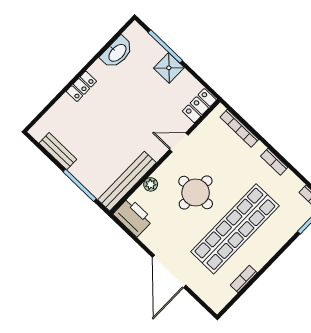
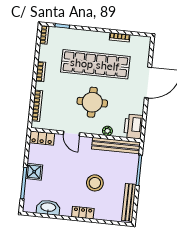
stool: (104, 125) -> (95, 183), added
bench: (58, 151) -> (129, 202), width x1.36

